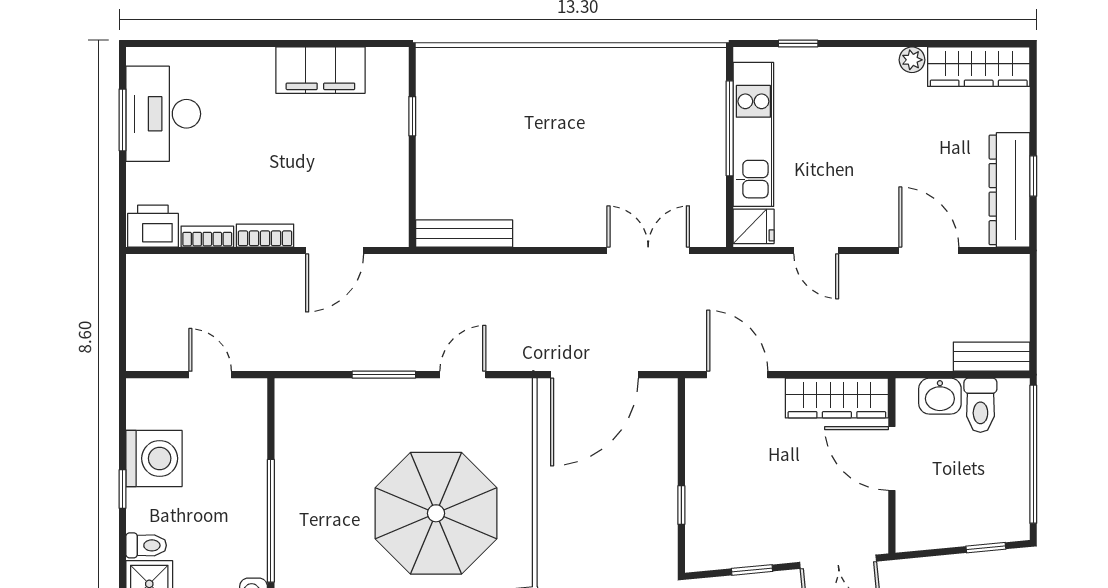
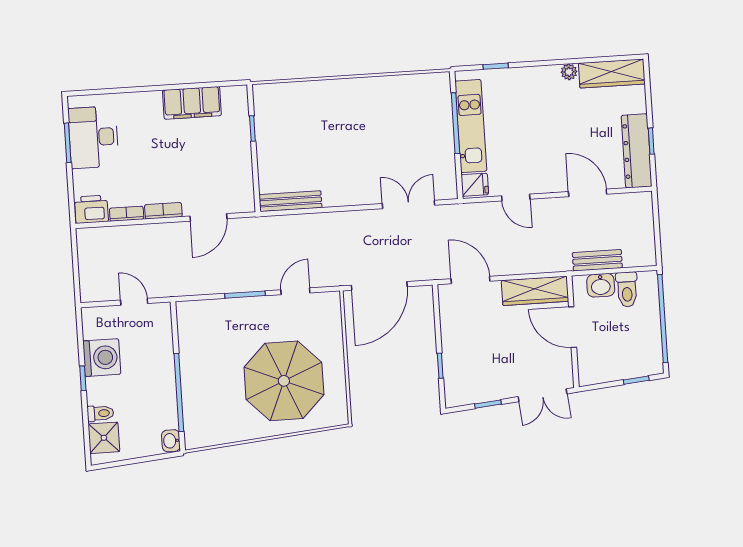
bench: (992, 357) -> (597, 260), moved

